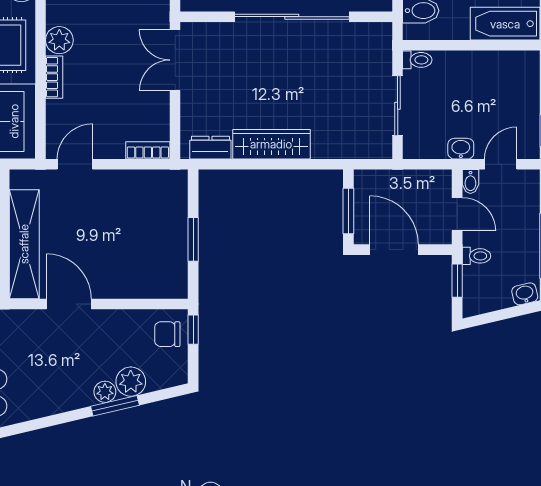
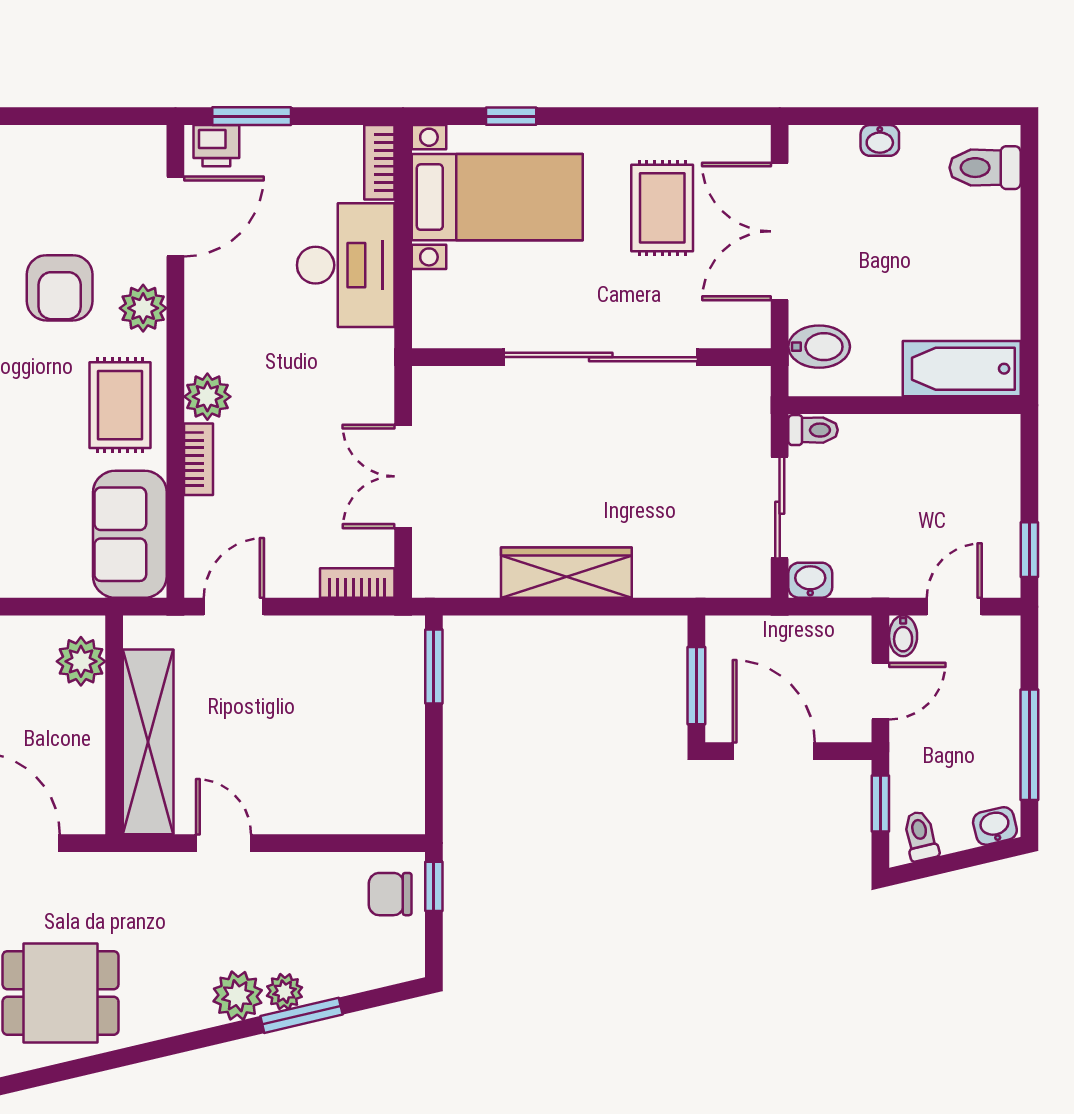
double door: (175, 60) -> (403, 476), moved
dresser: (210, 148) -> (463, 578), removed
washbasin: (461, 149) -> (810, 580), moved
door: (457, 214) -> (880, 691), hinge flipped
window: (193, 239) -> (434, 666), moved
toilet: (476, 256) -> (921, 836), moved, turned -103
door: (69, 304) -> (224, 843), width x0.73
plant: (131, 382) -> (238, 996), moved

